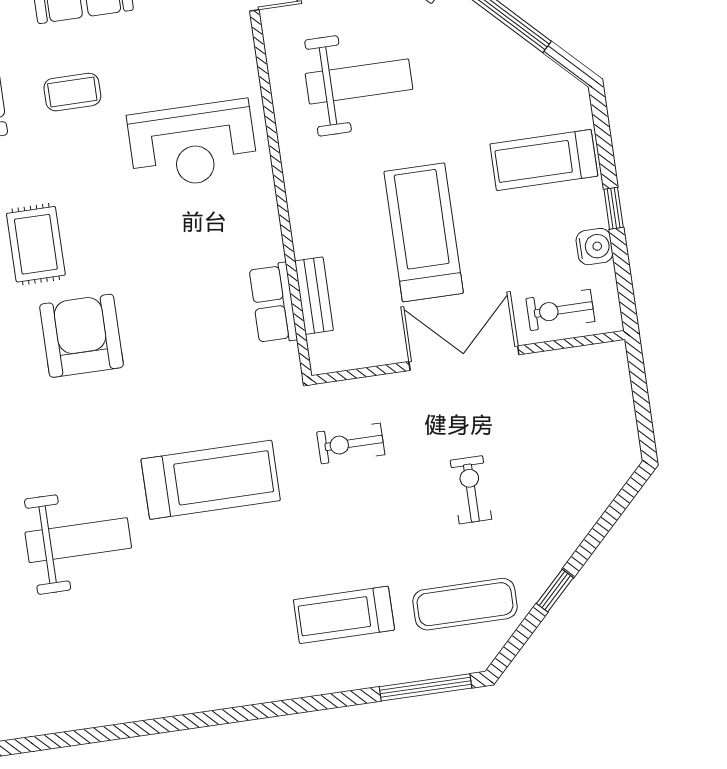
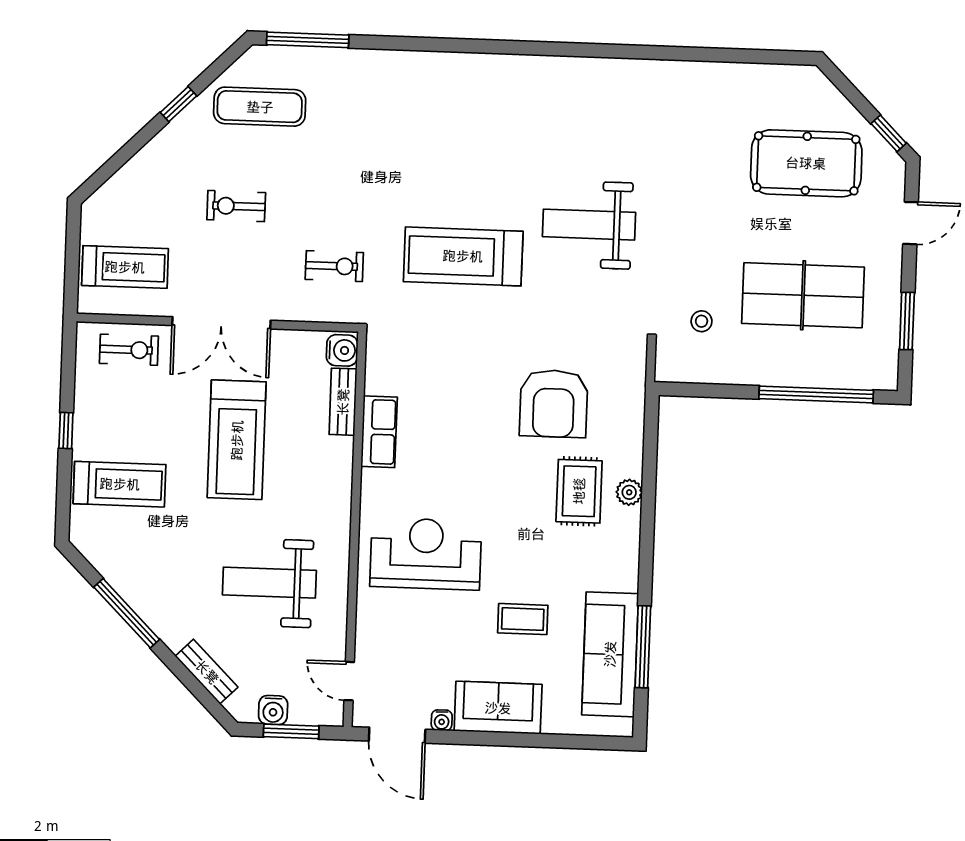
water cooler: (594, 247) -> (342, 350), moved, turned 180
row of seats: (273, 303) -> (379, 432), moved
exercise bike: (471, 490) -> (236, 206), turned 90
treadmill: (344, 615) -> (125, 267), moved

